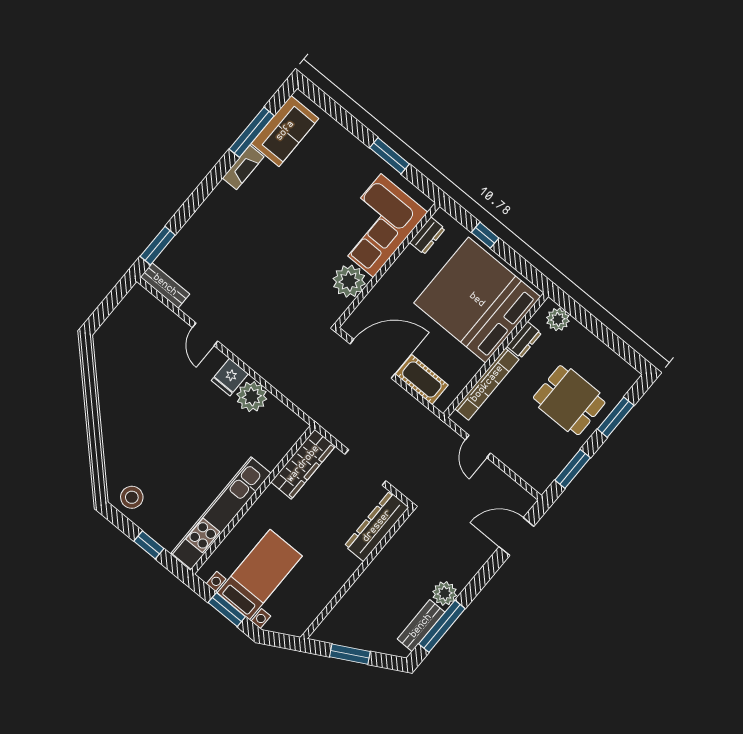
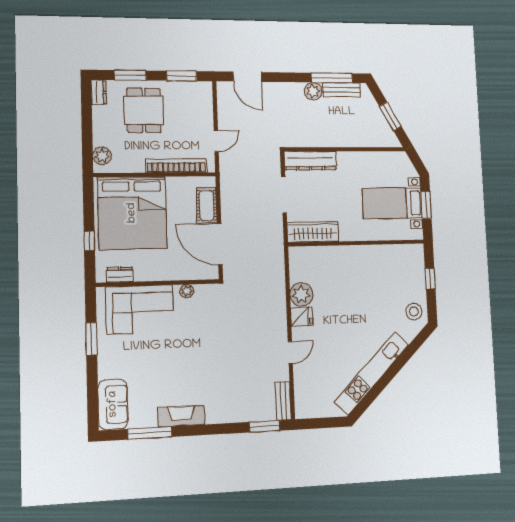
sofa: (285, 131) -> (113, 404), moved, turned 90
fireplace: (243, 167) -> (181, 416), width x1.37, depth x1.32
plant: (349, 281) -> (187, 291), width x0.53, depth x0.53
dresser: (524, 340) -> (99, 92), moved, turned 90
kitchen unit: (221, 513) -> (372, 373), moved, turned 135

